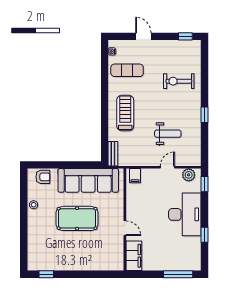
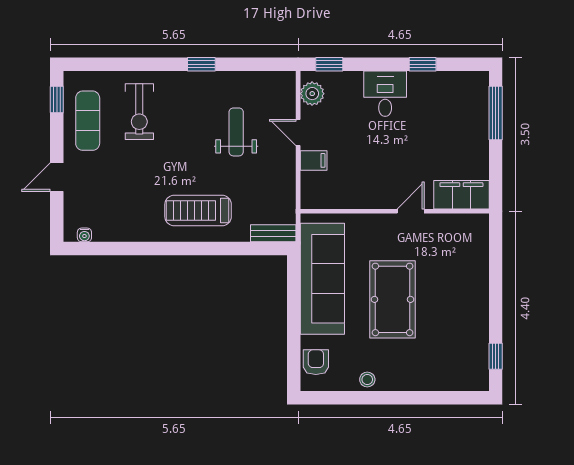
exercise mat: (127, 70) -> (88, 121), moved
filing cabinet: (135, 176) -> (314, 160), moved
desk: (185, 214) -> (385, 94), width x0.53, depth x0.77

